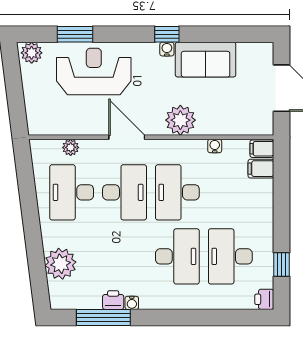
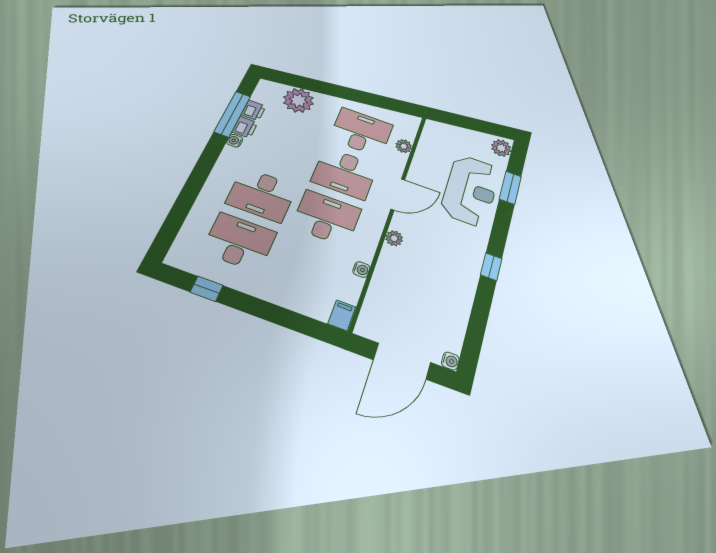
water cooler: (167, 49) -> (450, 361), moved
sofa: (206, 60) -> (455, 294), removed
plant: (180, 120) -> (394, 238), width x0.53, depth x0.53
filing cabinet: (261, 169) -> (320, 306), removed
printer: (264, 299) -> (254, 111), moved, turned 90

